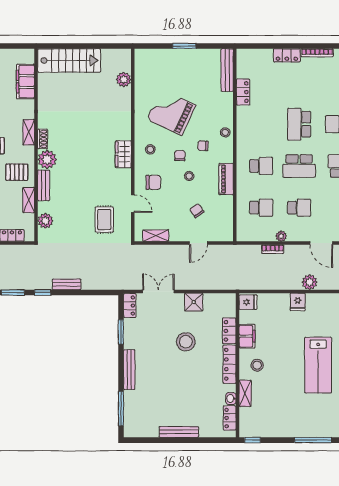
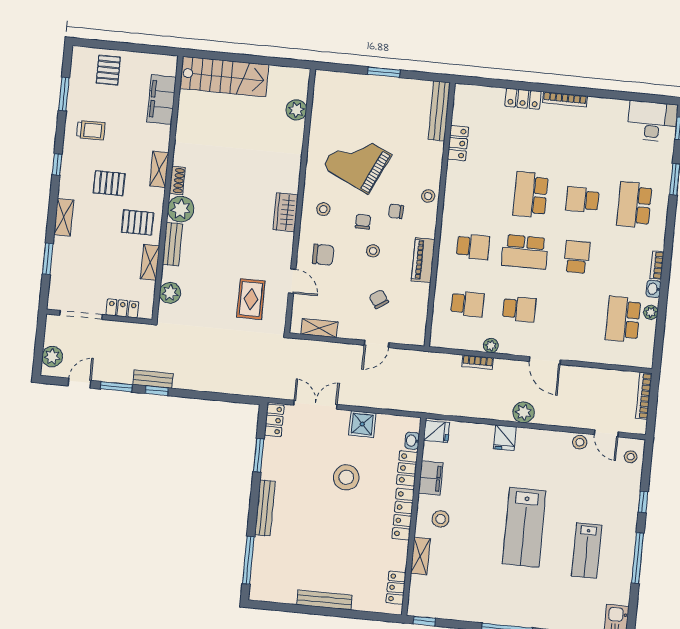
bench: (67, 284) -> (153, 379), moved
washbasin: (231, 399) -> (412, 441), moved

